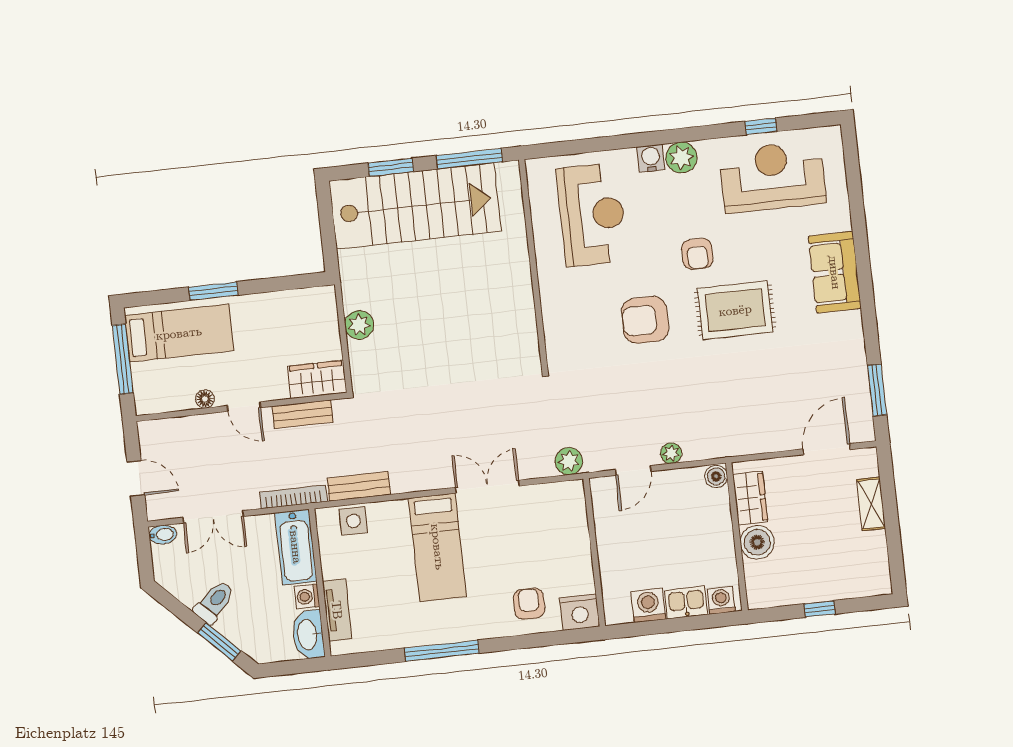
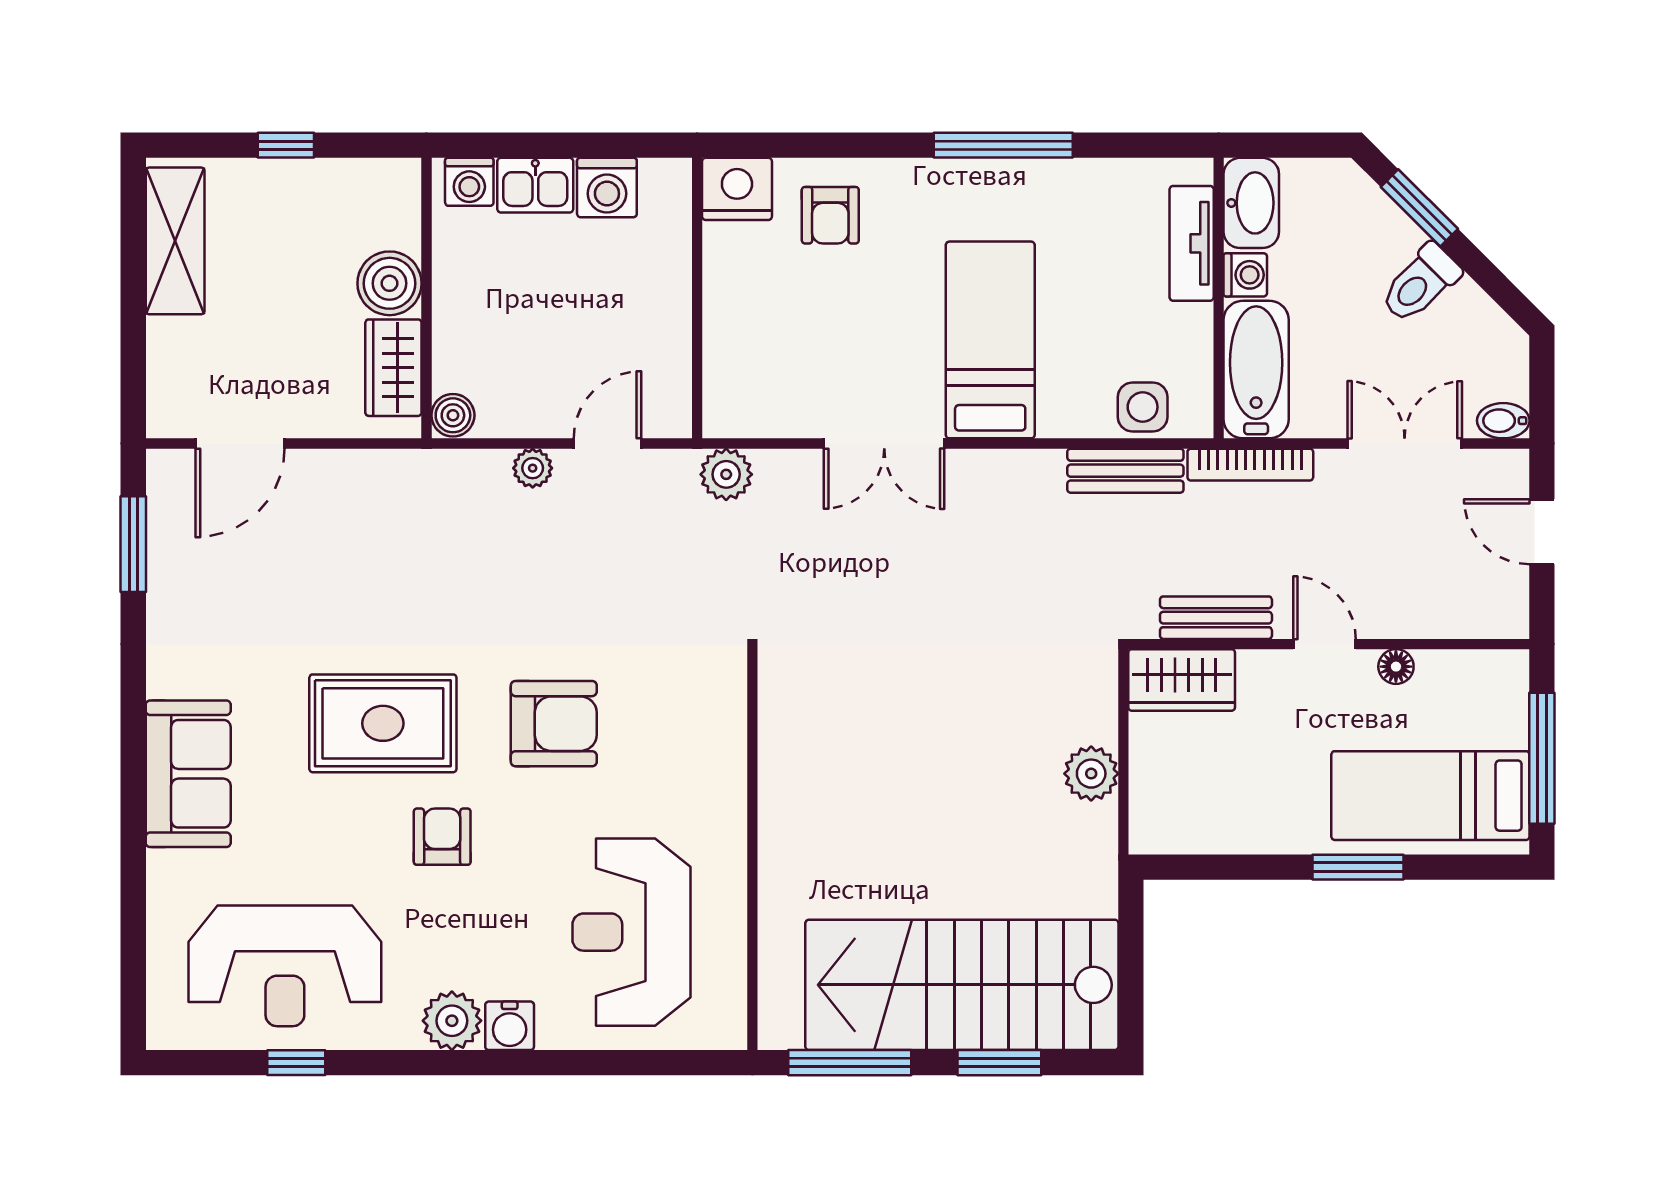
shelving: (871, 504) -> (175, 241), moved, width x1.50, depth x1.33

